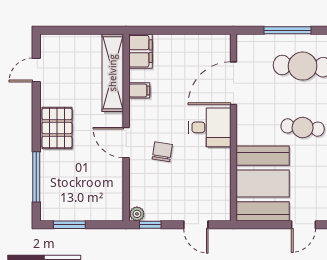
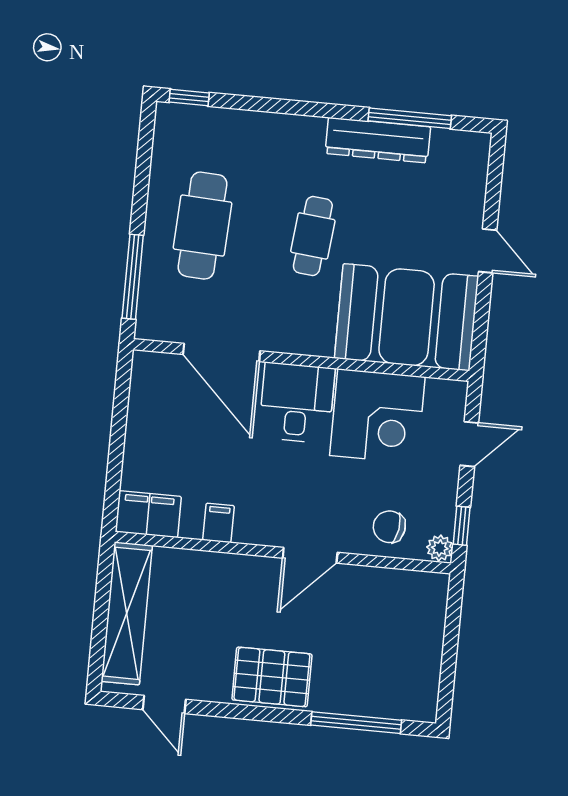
window: (288, 30) -> (133, 277), moved
shelving: (113, 73) -> (127, 613), moved, turned 90
chair: (162, 152) -> (389, 527), moved
corner desk: (206, 173) -> (377, 416), added
window: (69, 225) -> (448, 671), removed

